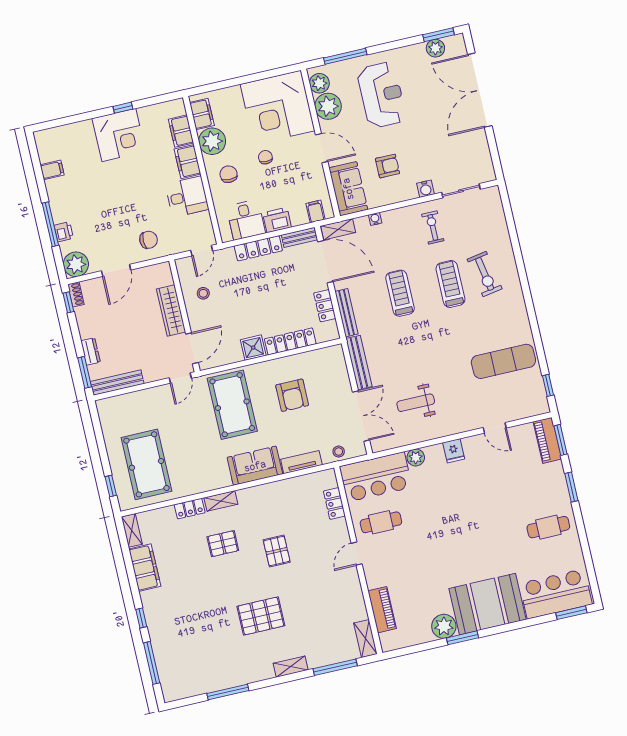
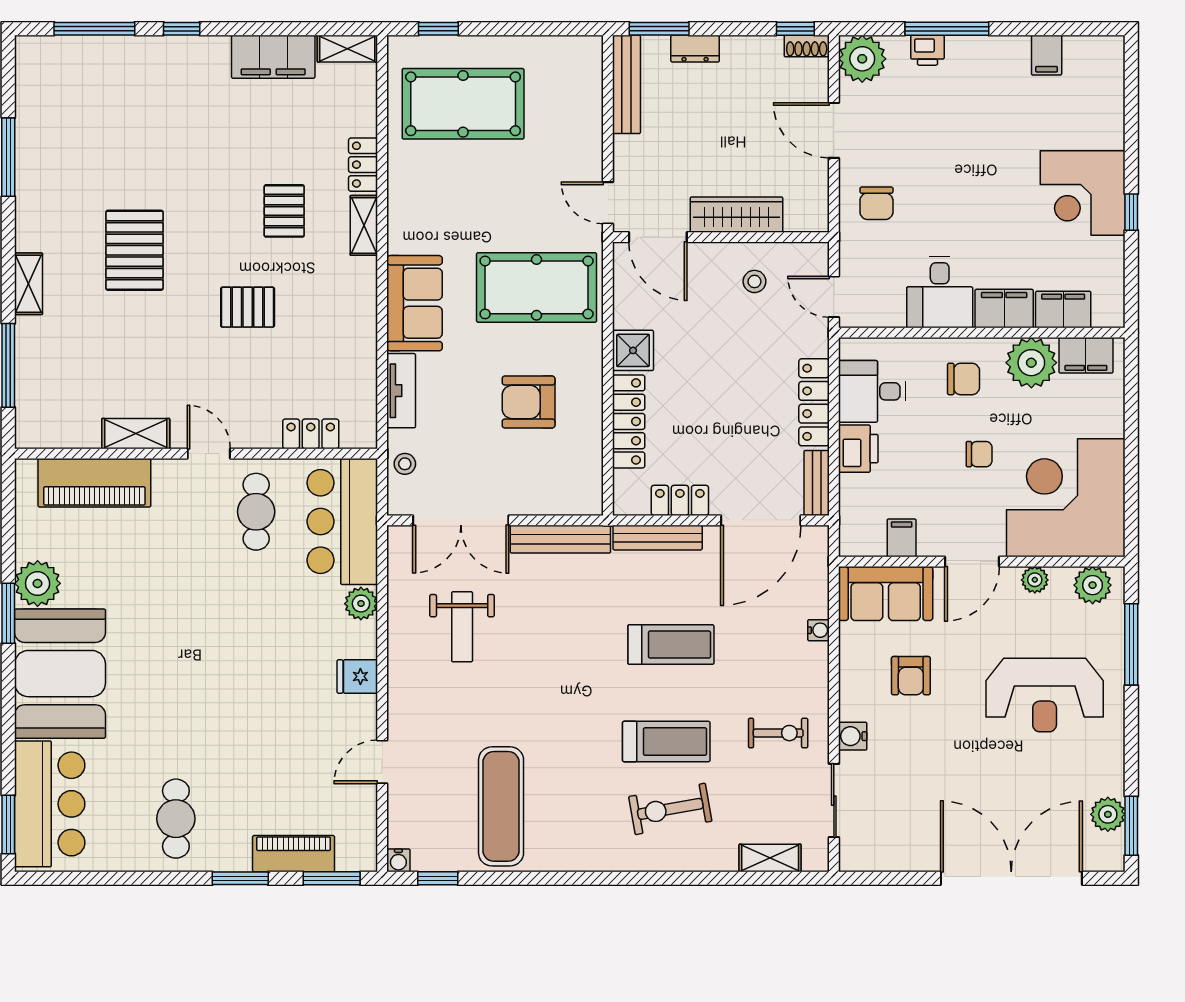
plant: (328, 106) -> (1035, 580), width x0.53, depth x0.53
filing cabinet: (315, 211) -> (902, 538), moved, turned -90
shelving: (338, 229) -> (770, 858), moved, turned 90
weight bench: (416, 403) -> (462, 627), turned 180
water cooler: (543, 408) -> (398, 860), added
piano: (547, 440) -> (294, 854), moved
piano: (382, 610) -> (94, 483), width x1.37, depth x1.33
shelving: (365, 638) -> (136, 434), moved

